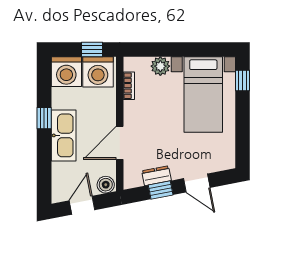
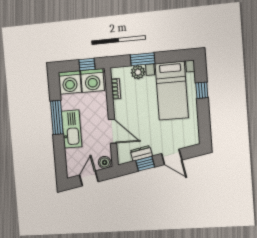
window: (168, 49) -> (143, 59), added
window: (242, 80) -> (202, 90), moved
window: (44, 118) -> (57, 117), width x2.17
door: (120, 143) -> (112, 131), swing flipped

